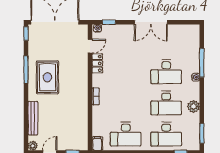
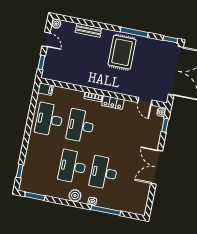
locker: (97, 63) -> (113, 102), moved
rug: (48, 77) -> (122, 52), turned 90
plant: (194, 106) -> (75, 196), moved
bench: (33, 118) -> (88, 30), width x0.73
desk: (166, 134) -> (81, 126), moved

